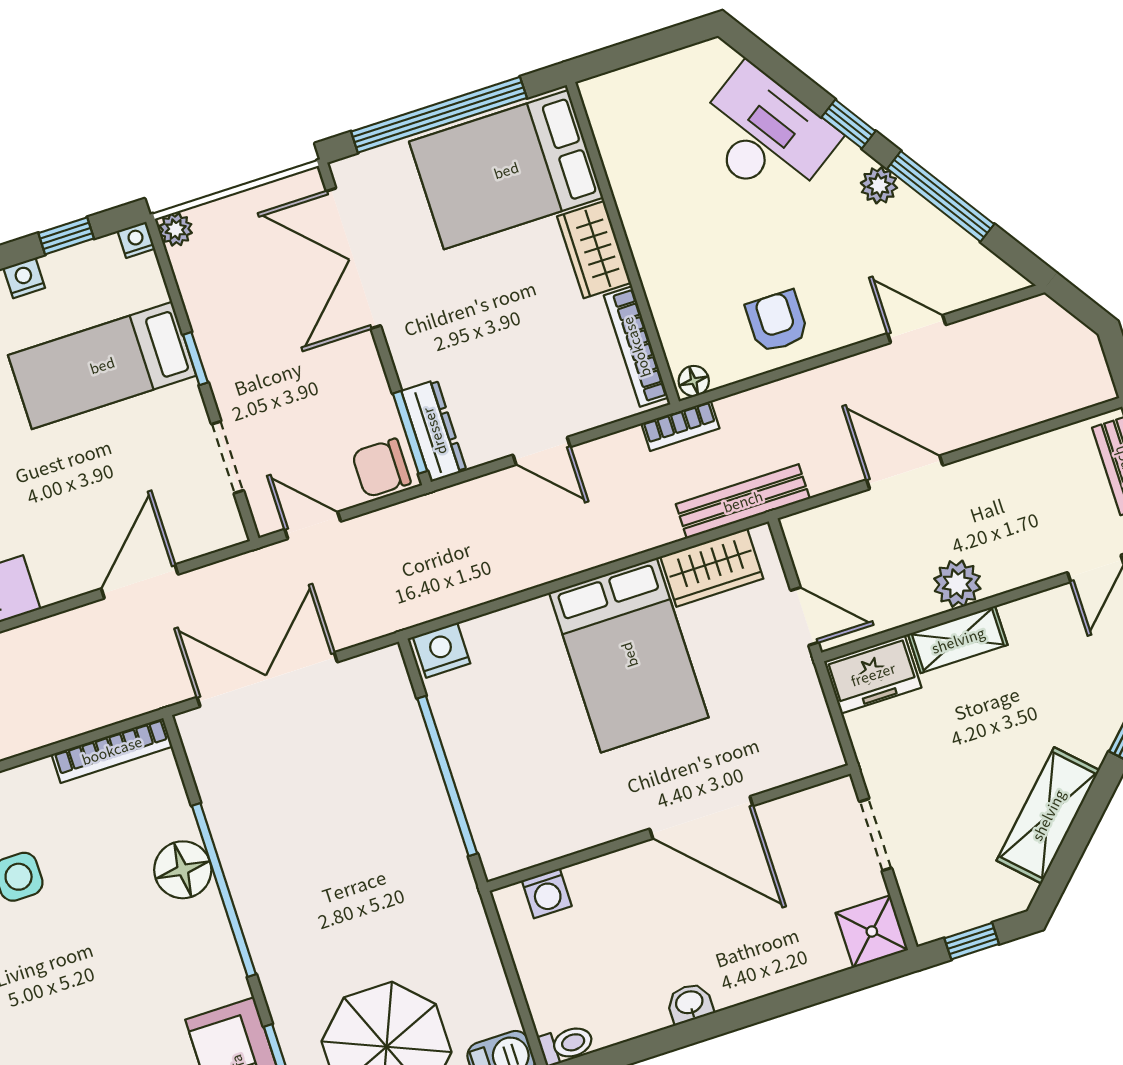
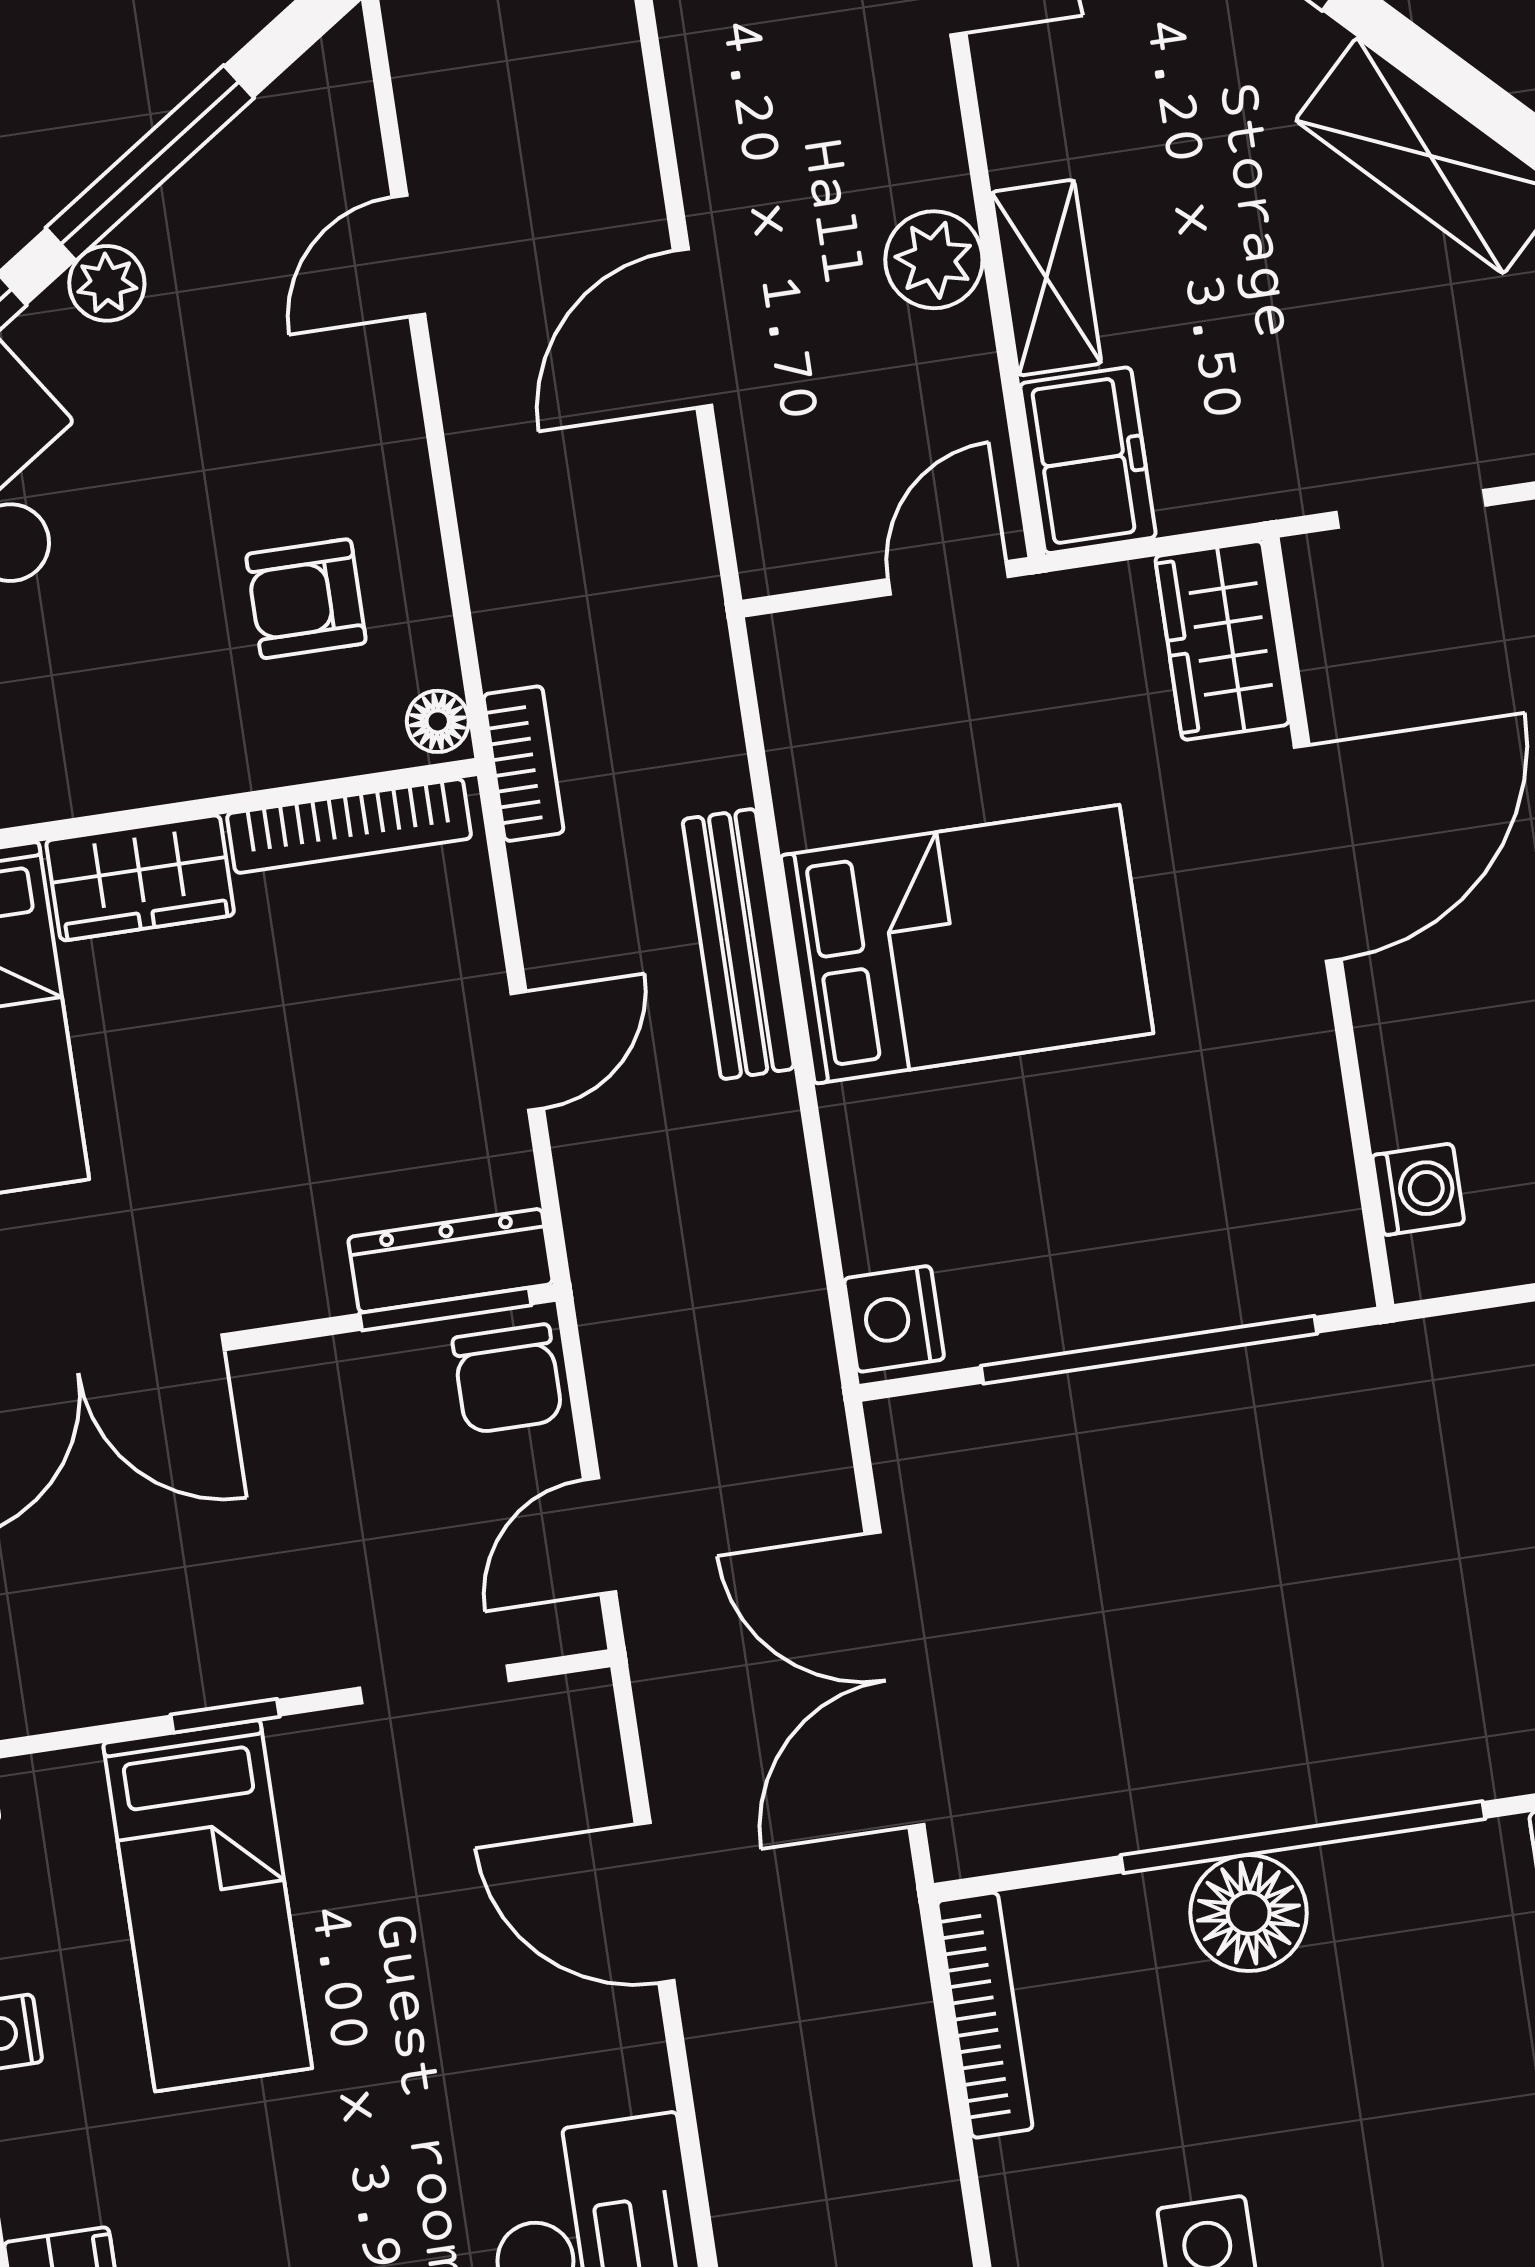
armchair: (777, 321) -> (306, 599), moved
bench: (743, 501) -> (738, 944), moved
wardrobe: (712, 568) -> (1222, 640), moved, turned 180

